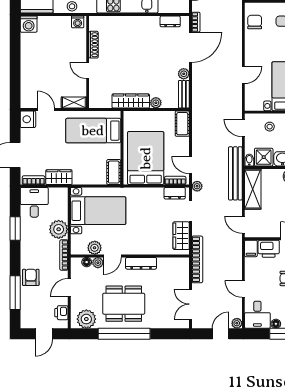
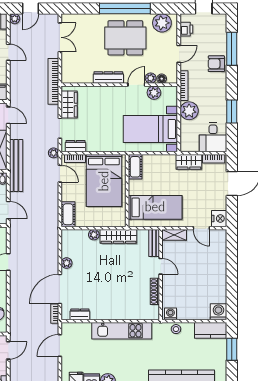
bench: (184, 94) -> (154, 243), moved
armchair: (31, 277) -> (216, 64), turned 90

